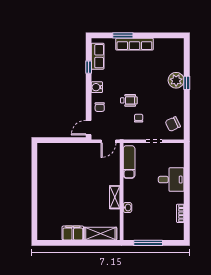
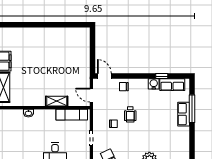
window: (123, 35) -> (192, 109), width x1.44
row of seats: (134, 44) -> (184, 114), width x0.68
water cooler: (97, 87) -> (154, 84), moved
shelving: (115, 197) -> (57, 101), moved

